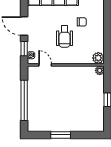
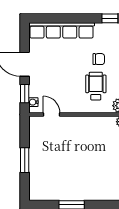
wheelchair: (65, 37) -> (96, 86), moved, turned 180
window: (24, 100) -> (25, 160), width x0.47

